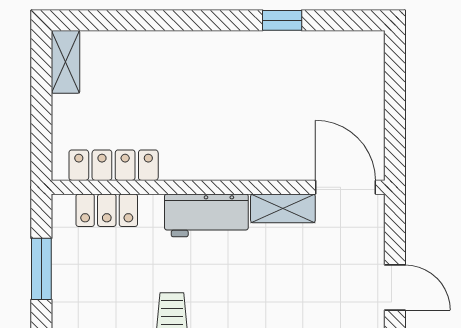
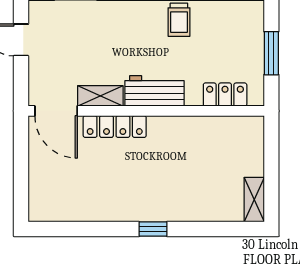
window: (282, 20) -> (153, 229), moved
locker: (114, 165) -> (115, 127), moved

